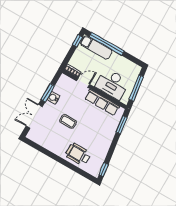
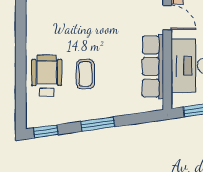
coffee table: (68, 121) -> (85, 74), moved
window: (122, 125) -> (98, 124), moved

